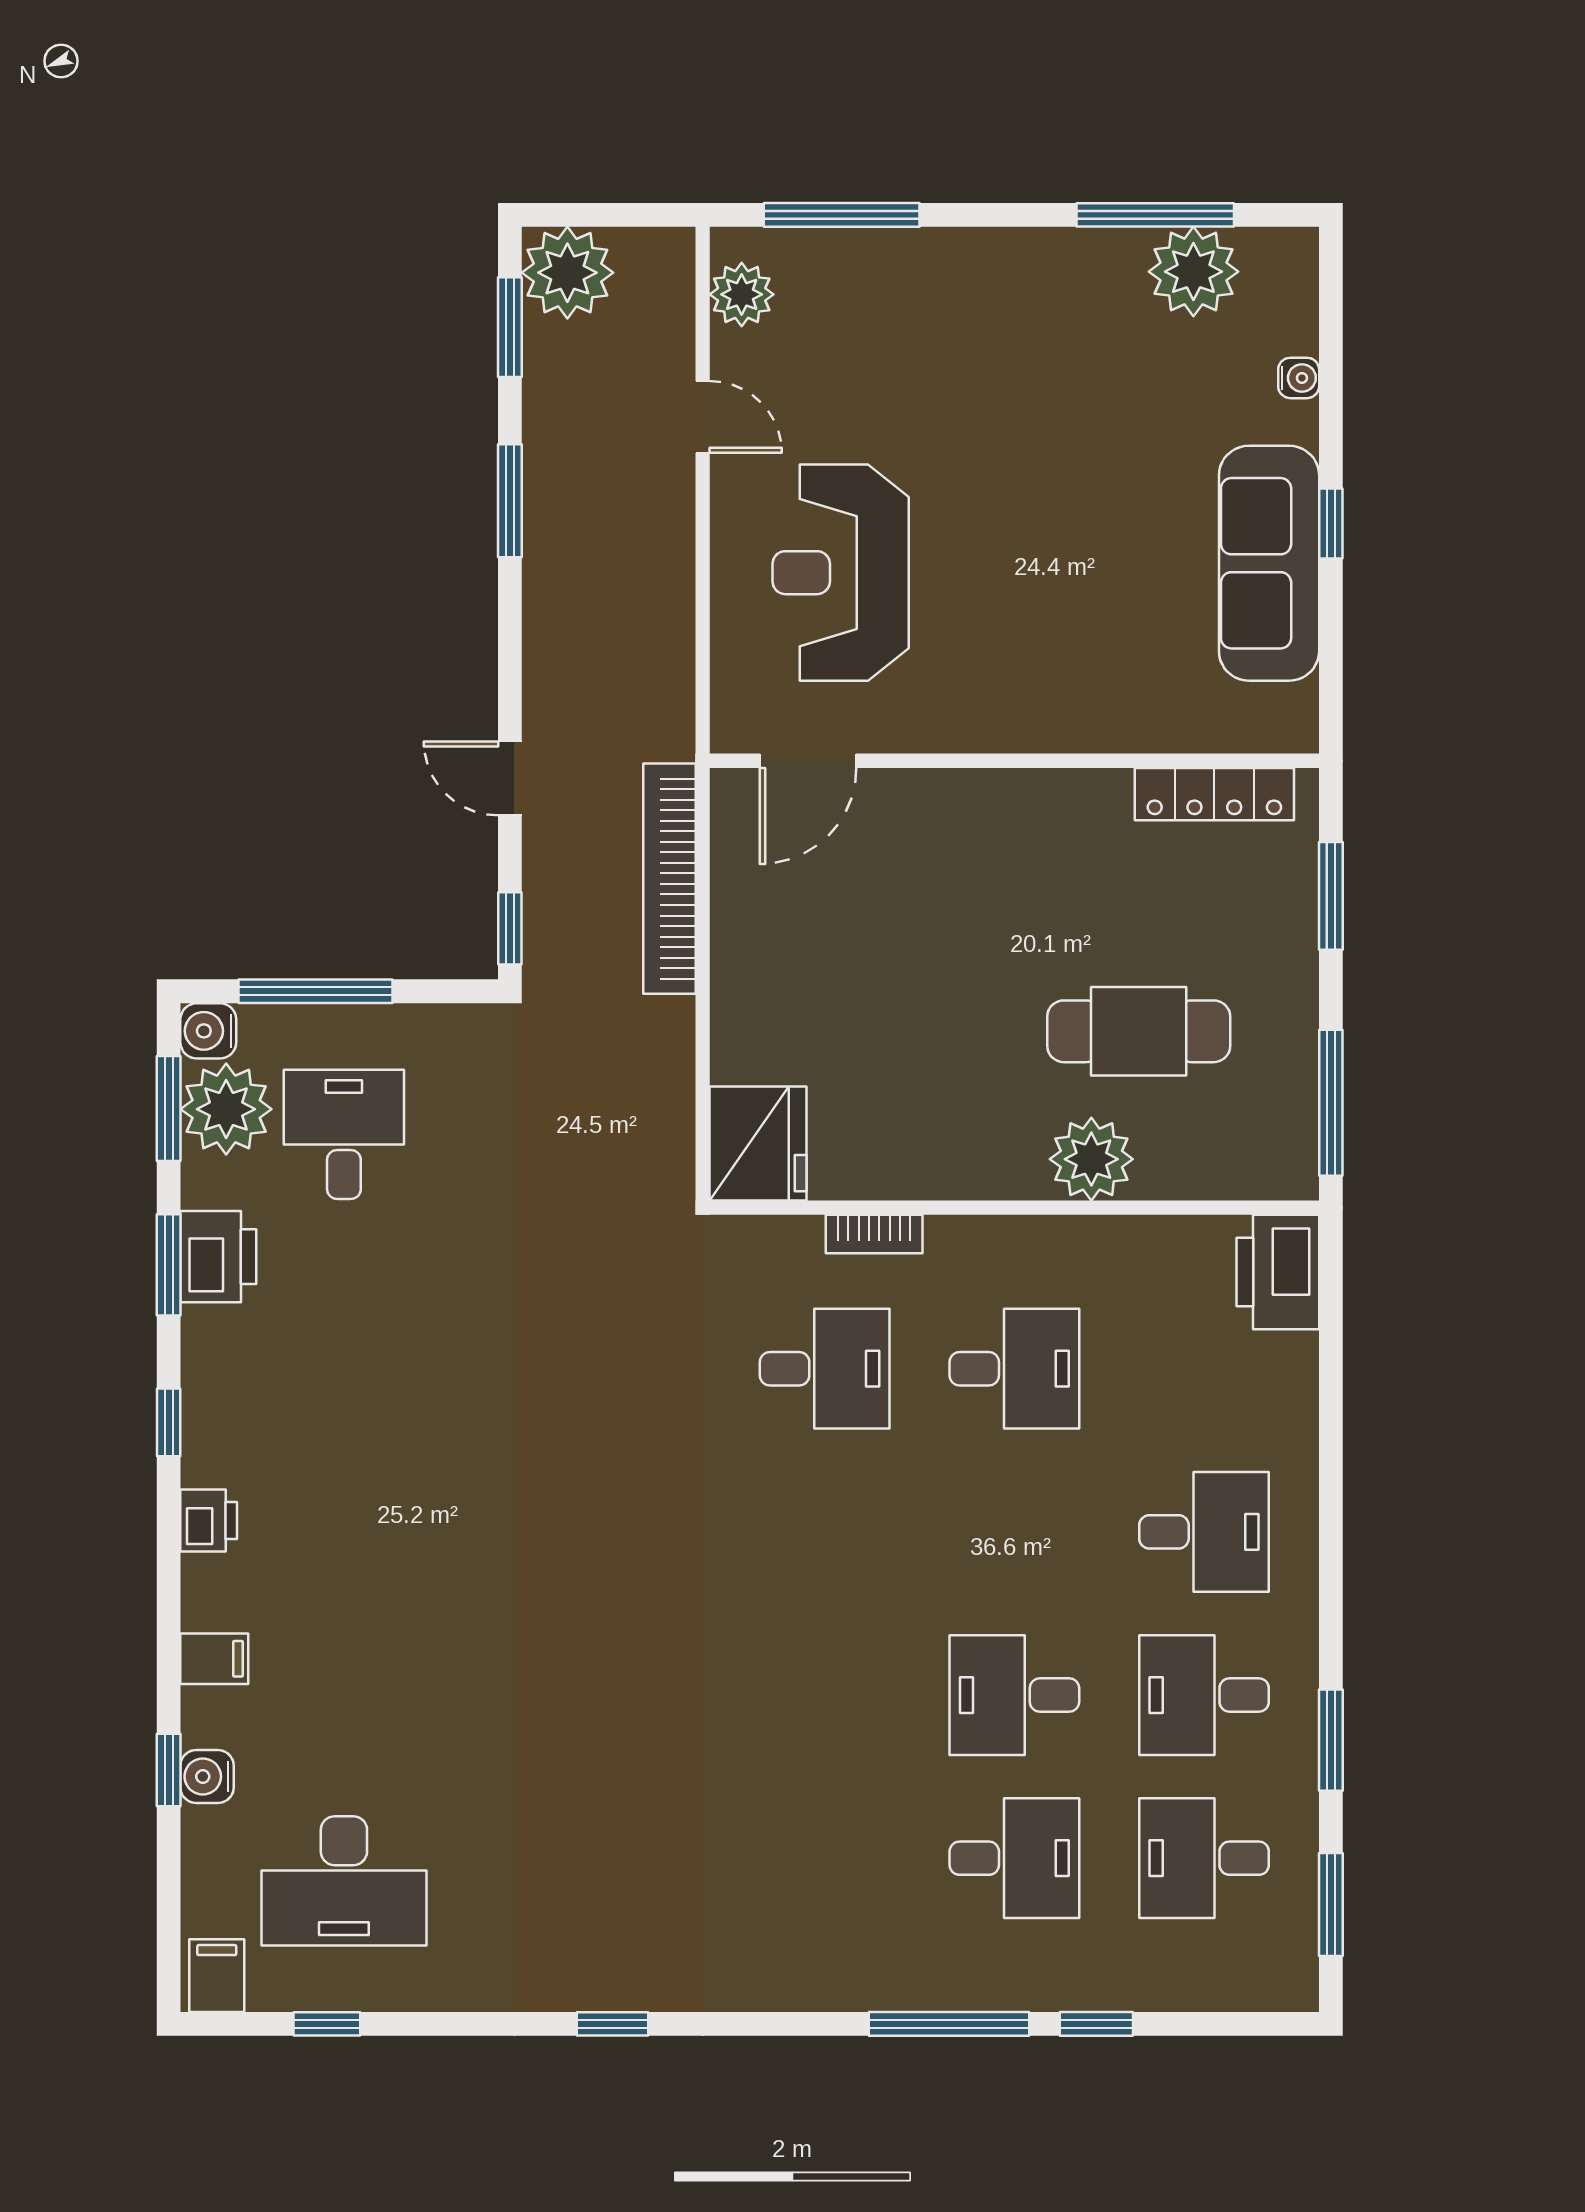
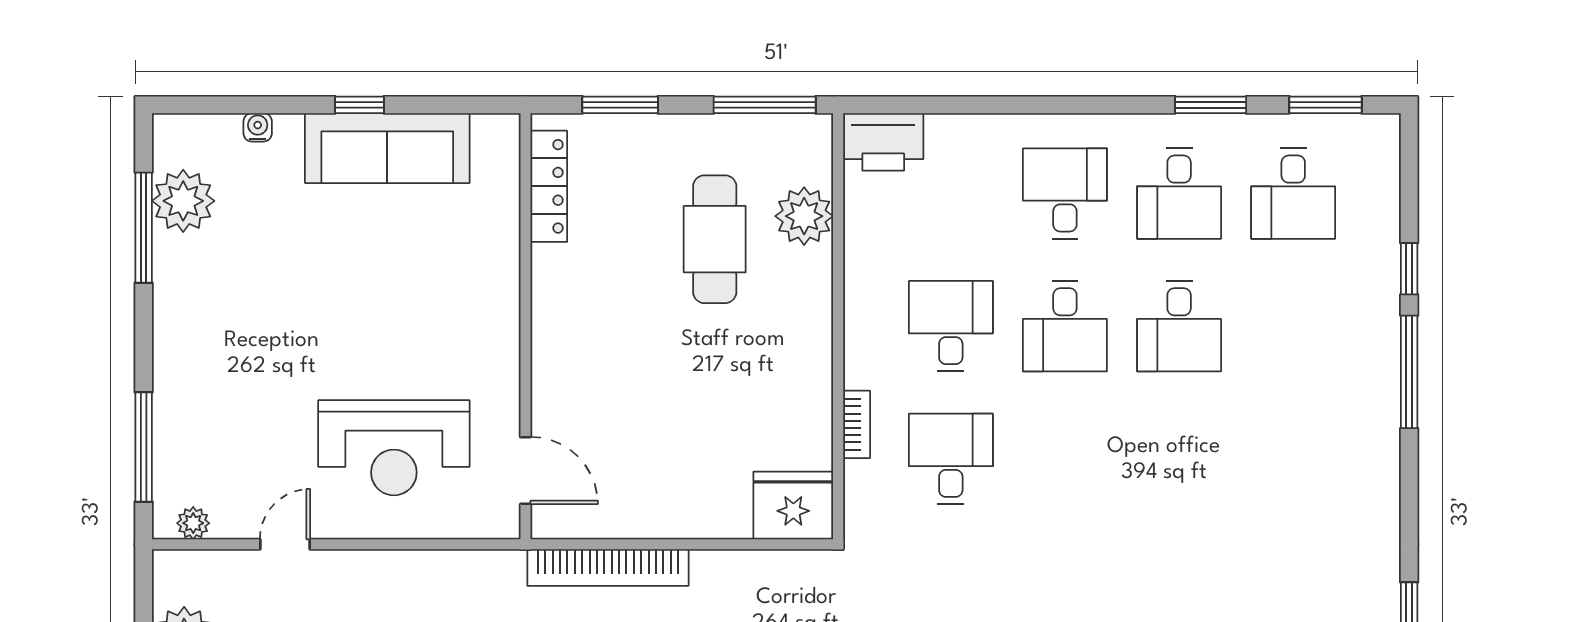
plant: (742, 294) -> (193, 523), width x0.73, depth x0.73
plant: (1091, 1159) -> (804, 216), moved
desk: (1014, 1858) -> (1065, 326), moved, turned 180

